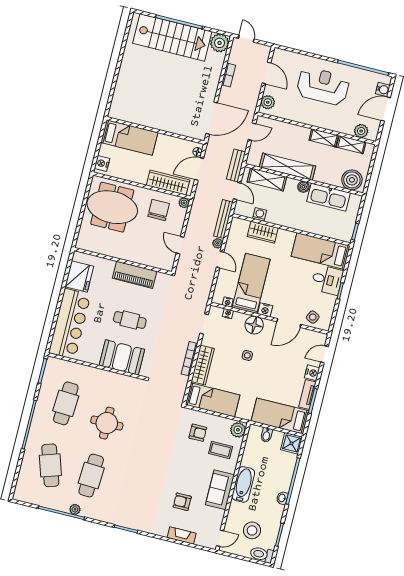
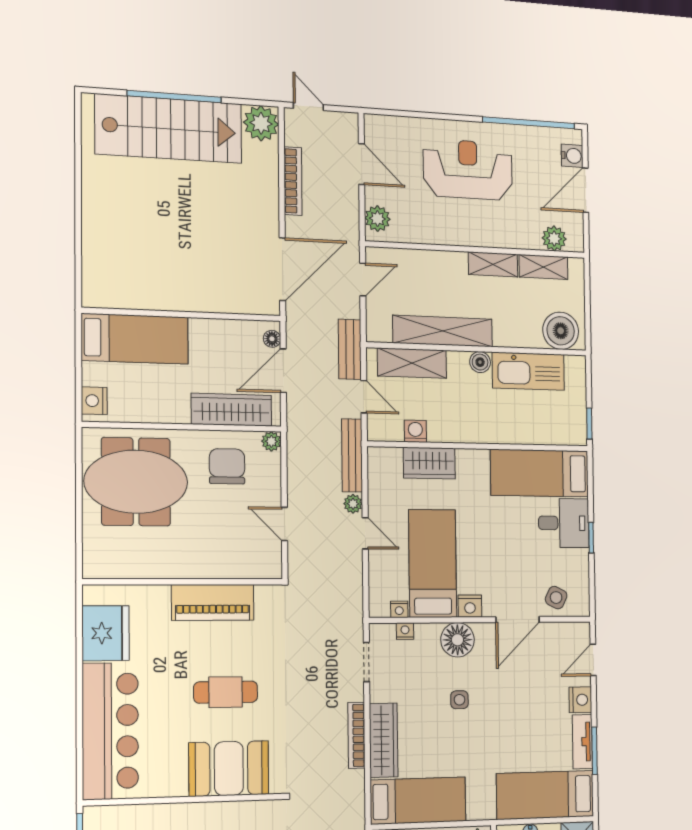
bookcase: (229, 75) -> (293, 181), width x1.56

